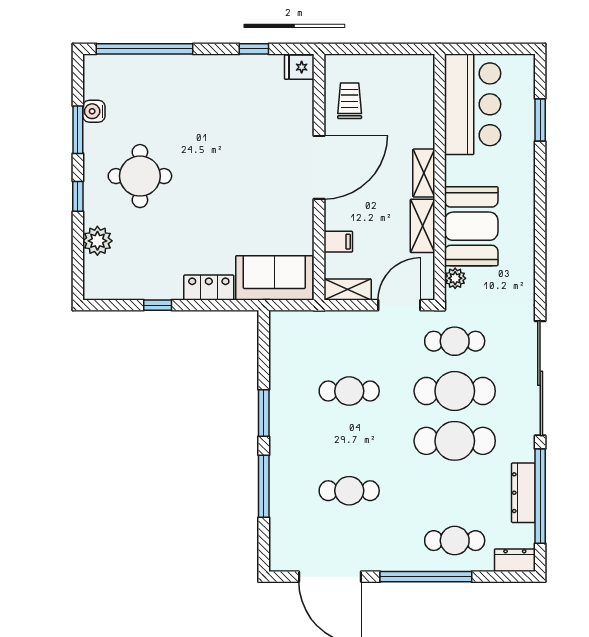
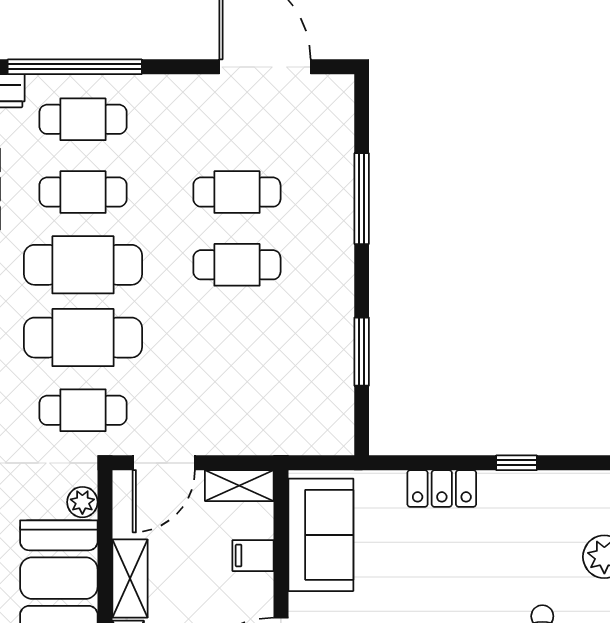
sofa: (274, 278) -> (321, 535), moved, turned -90
cafe table: (349, 391) -> (237, 265), moved
window: (264, 413) -> (362, 352), moved
cafe table: (455, 491) -> (83, 192), added
window: (426, 577) -> (75, 67), moved

